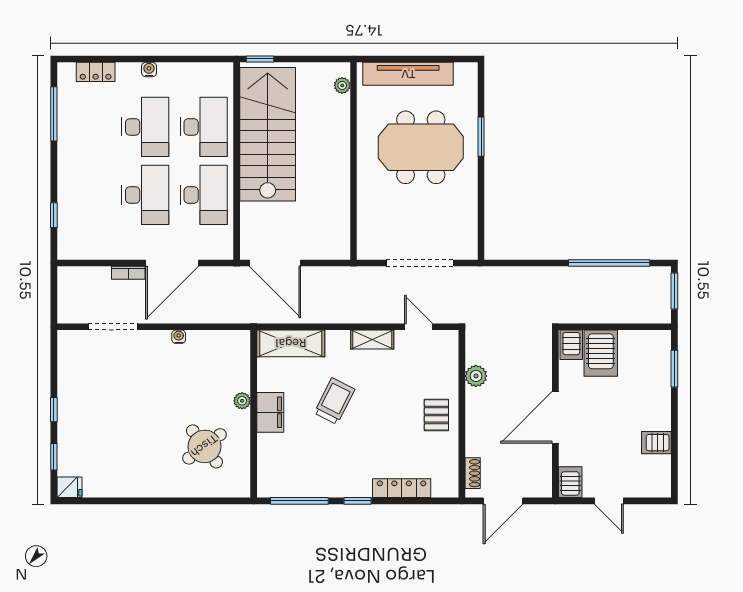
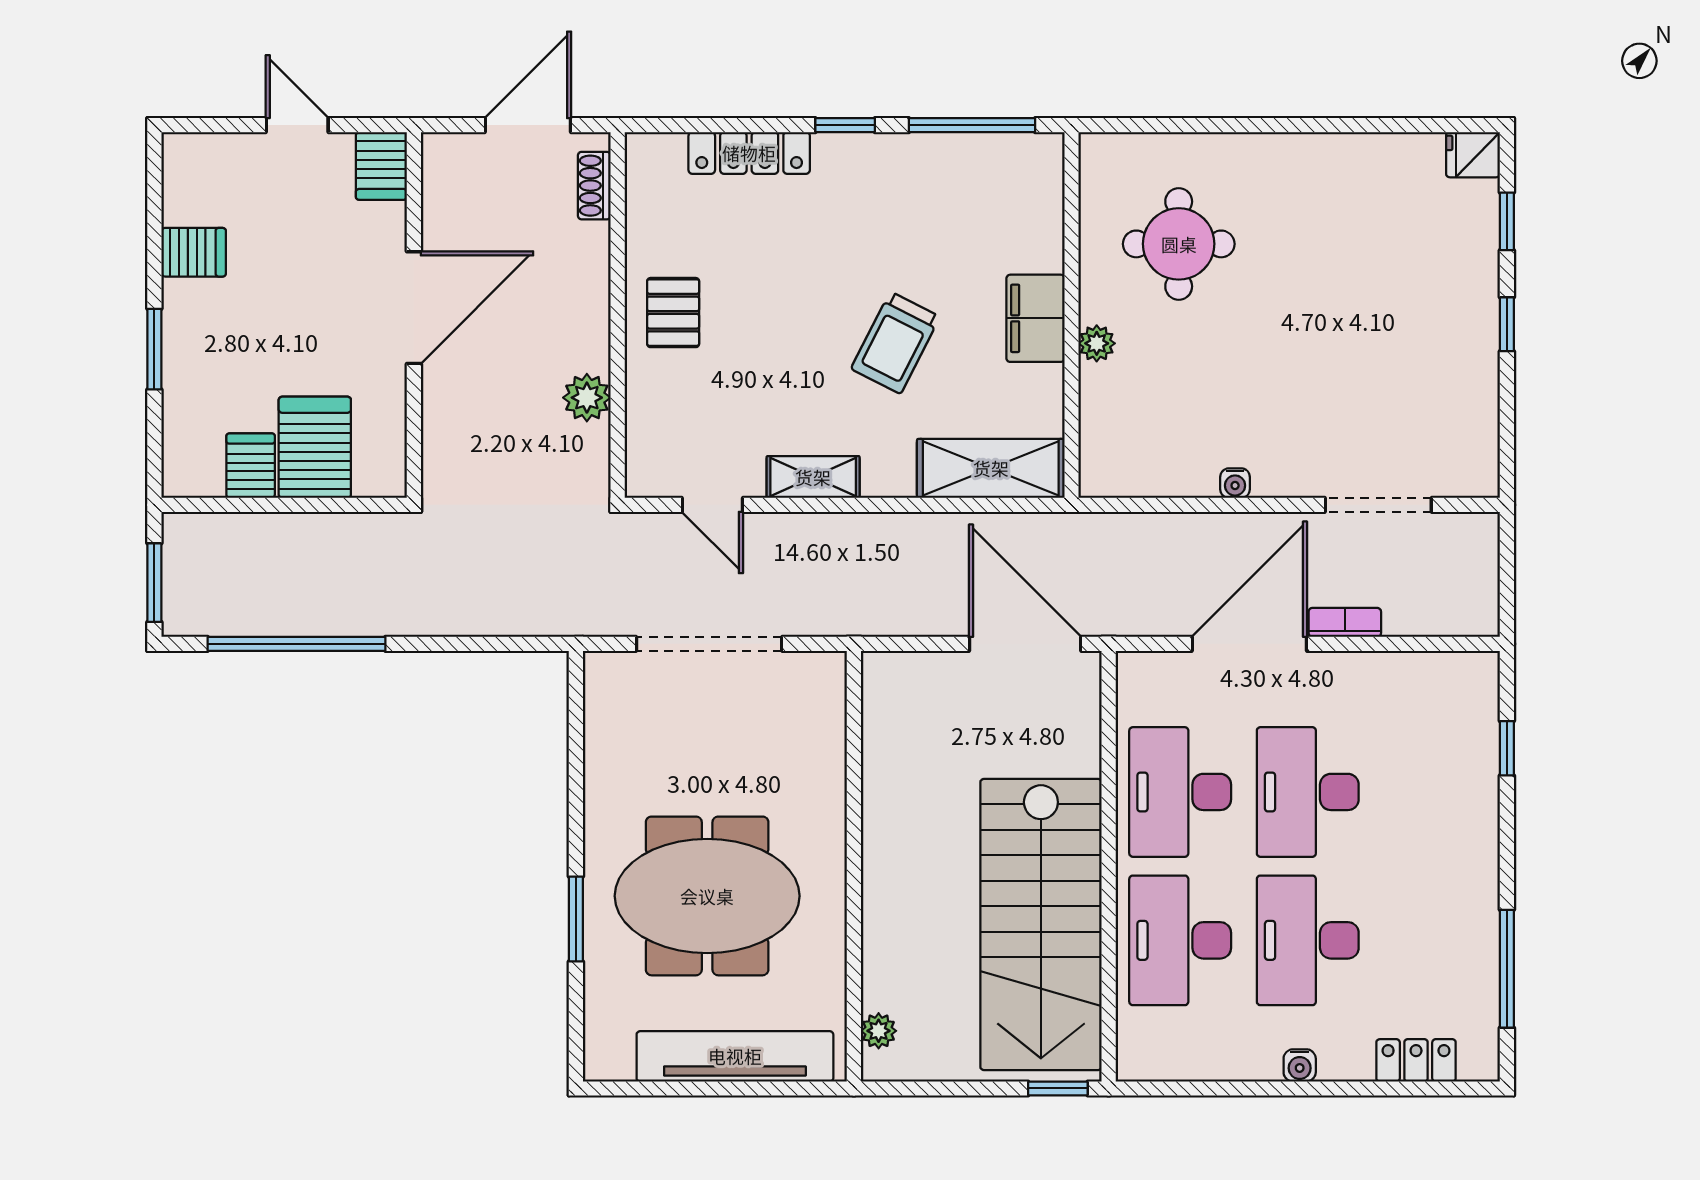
server rack: (571, 345) -> (251, 466), moved
window: (674, 369) -> (154, 349), moved
round table: (204, 446) -> (1179, 244), turned 37

